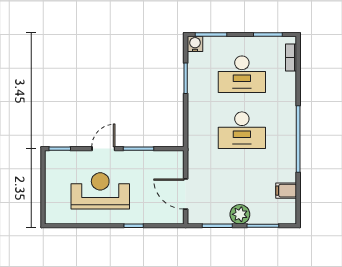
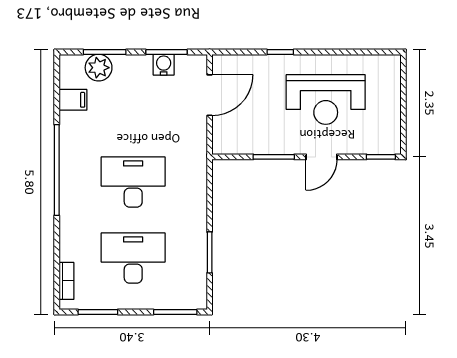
water cooler: (195, 44) -> (164, 65), moved, turned 180
door: (186, 194) -> (210, 95), hinge flipped
plant: (240, 214) -> (99, 68), moved

